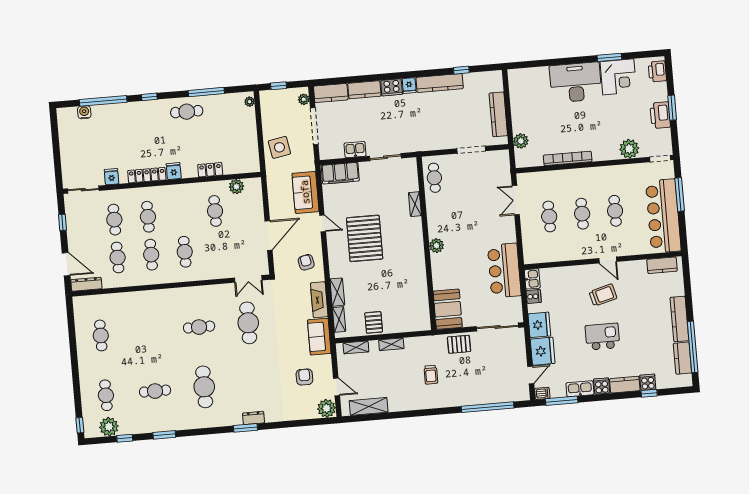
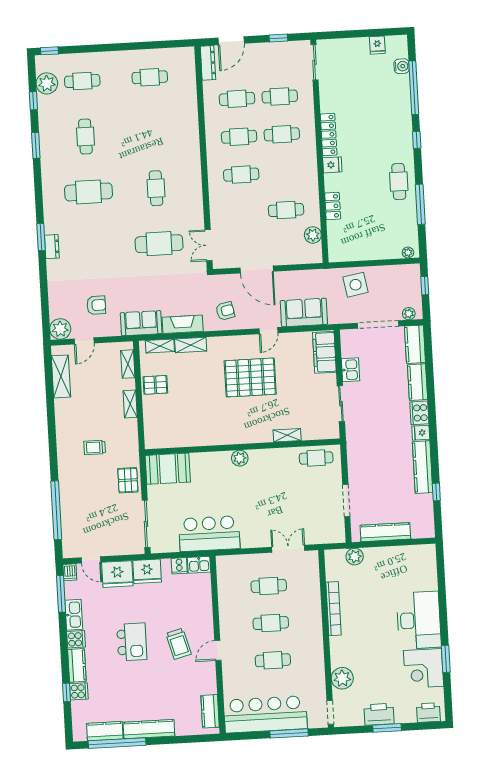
fridge: (112, 177) -> (377, 45), moved, turned 90

